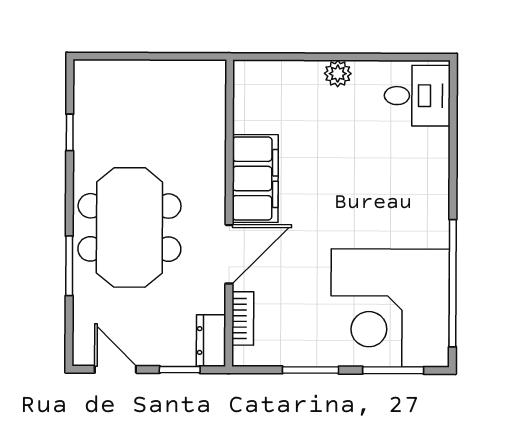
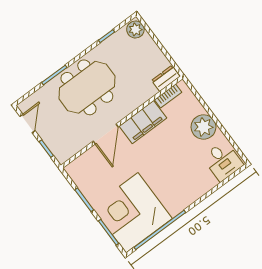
plant: (338, 74) -> (203, 127), width x1.88, depth x1.88
plant: (94, 77) -> (135, 30), added
door: (229, 254) -> (106, 134), hinge flipped
bookcase: (243, 318) -> (168, 96), moved
dresser: (211, 341) -> (166, 78), moved

